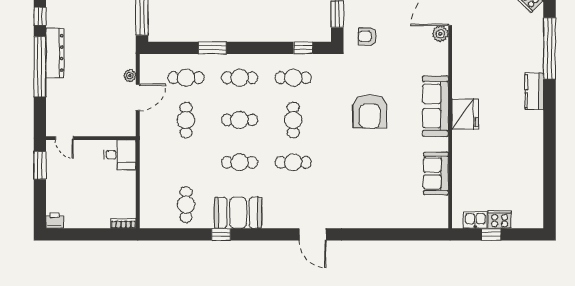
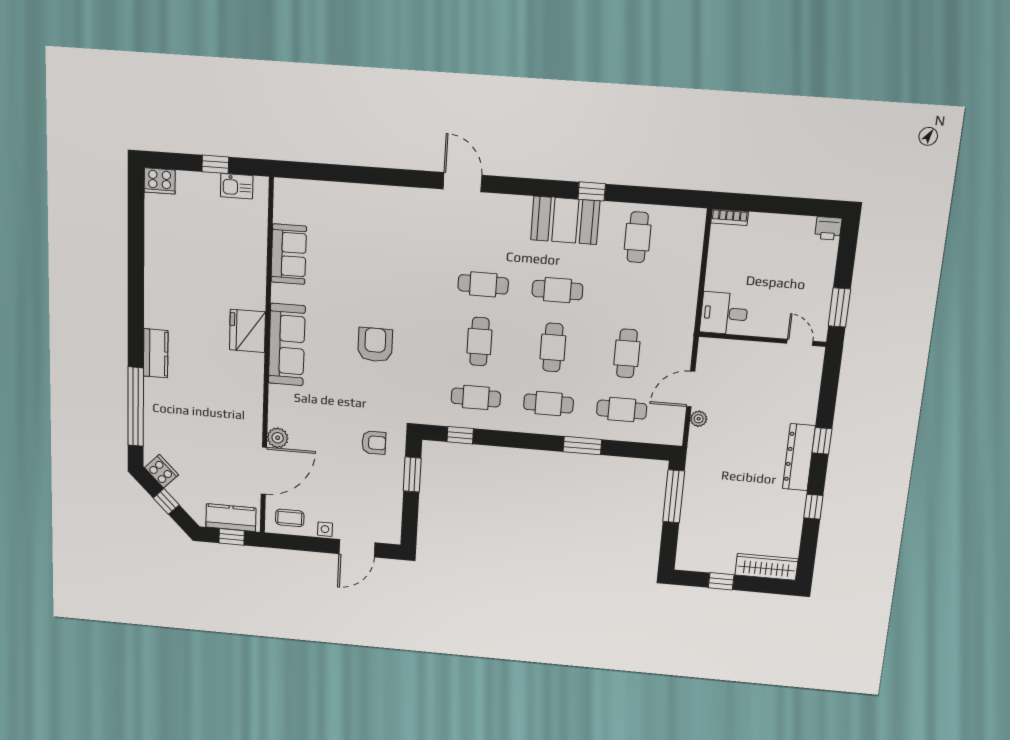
window: (40, 67) -> (822, 441), width x0.32
armchair: (370, 111) -> (375, 345), width x0.73, depth x0.73
cafe table: (240, 120) -> (553, 347), turned 90
cooker: (500, 220) -> (160, 181), moved

